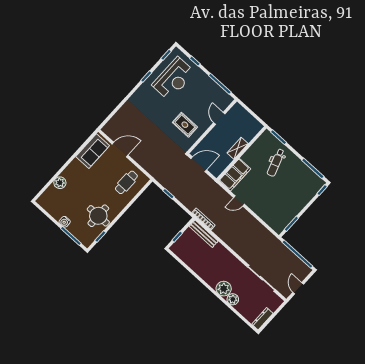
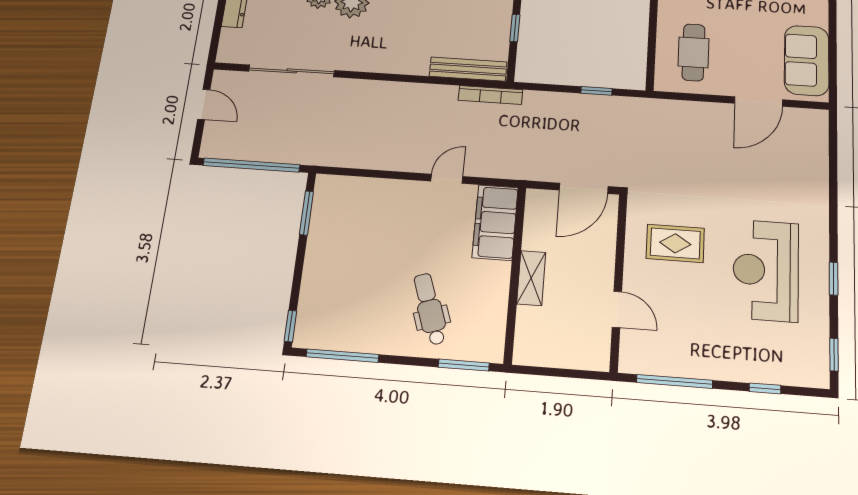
reception desk: (174, 79) -> (766, 270), moved

